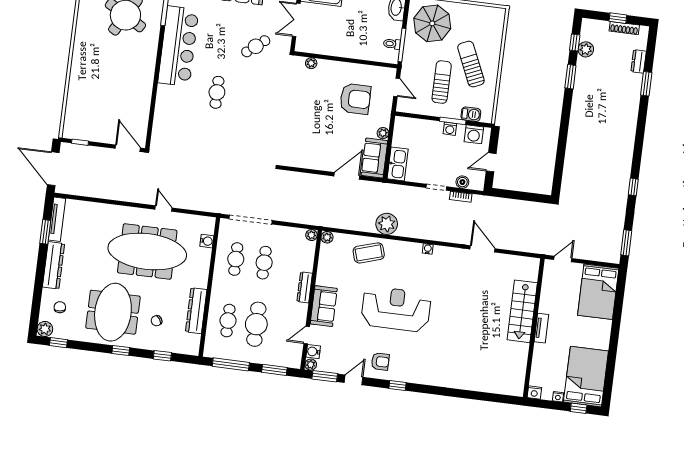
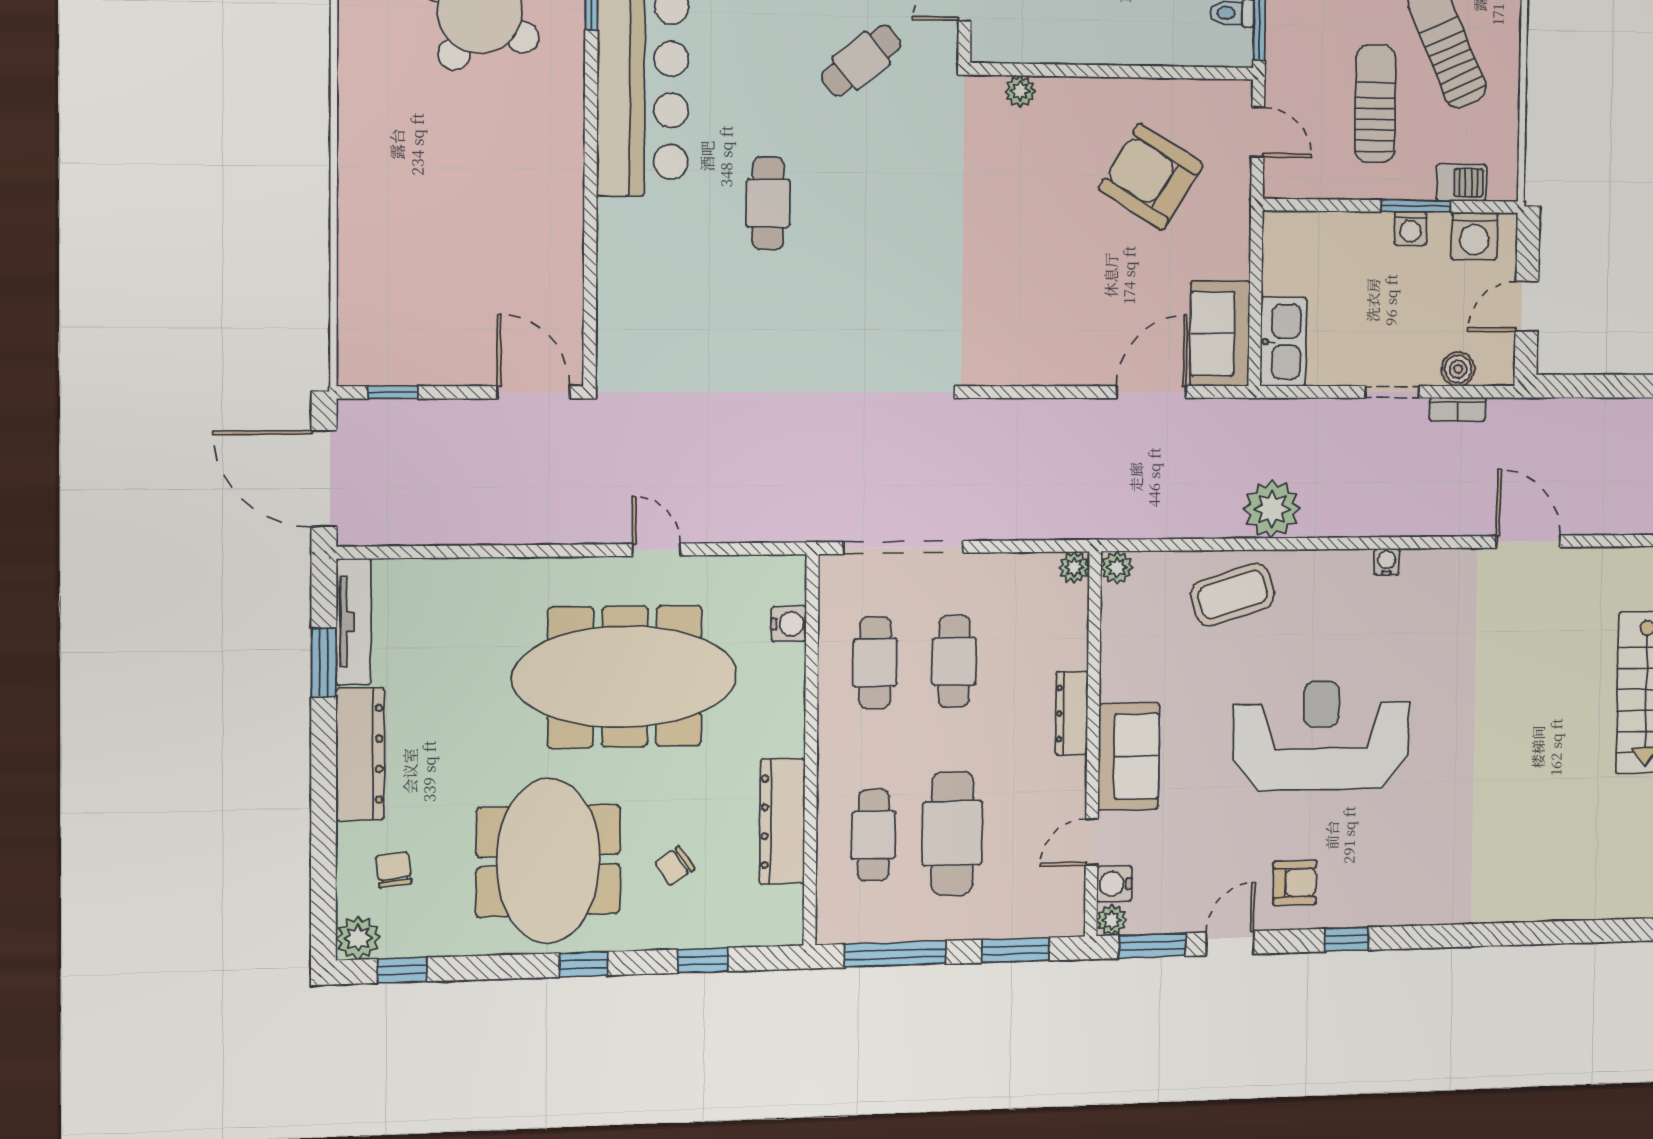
armchair: (355, 99) -> (1151, 177), turned -148
plant: (383, 133) -> (1235, 262), removed

